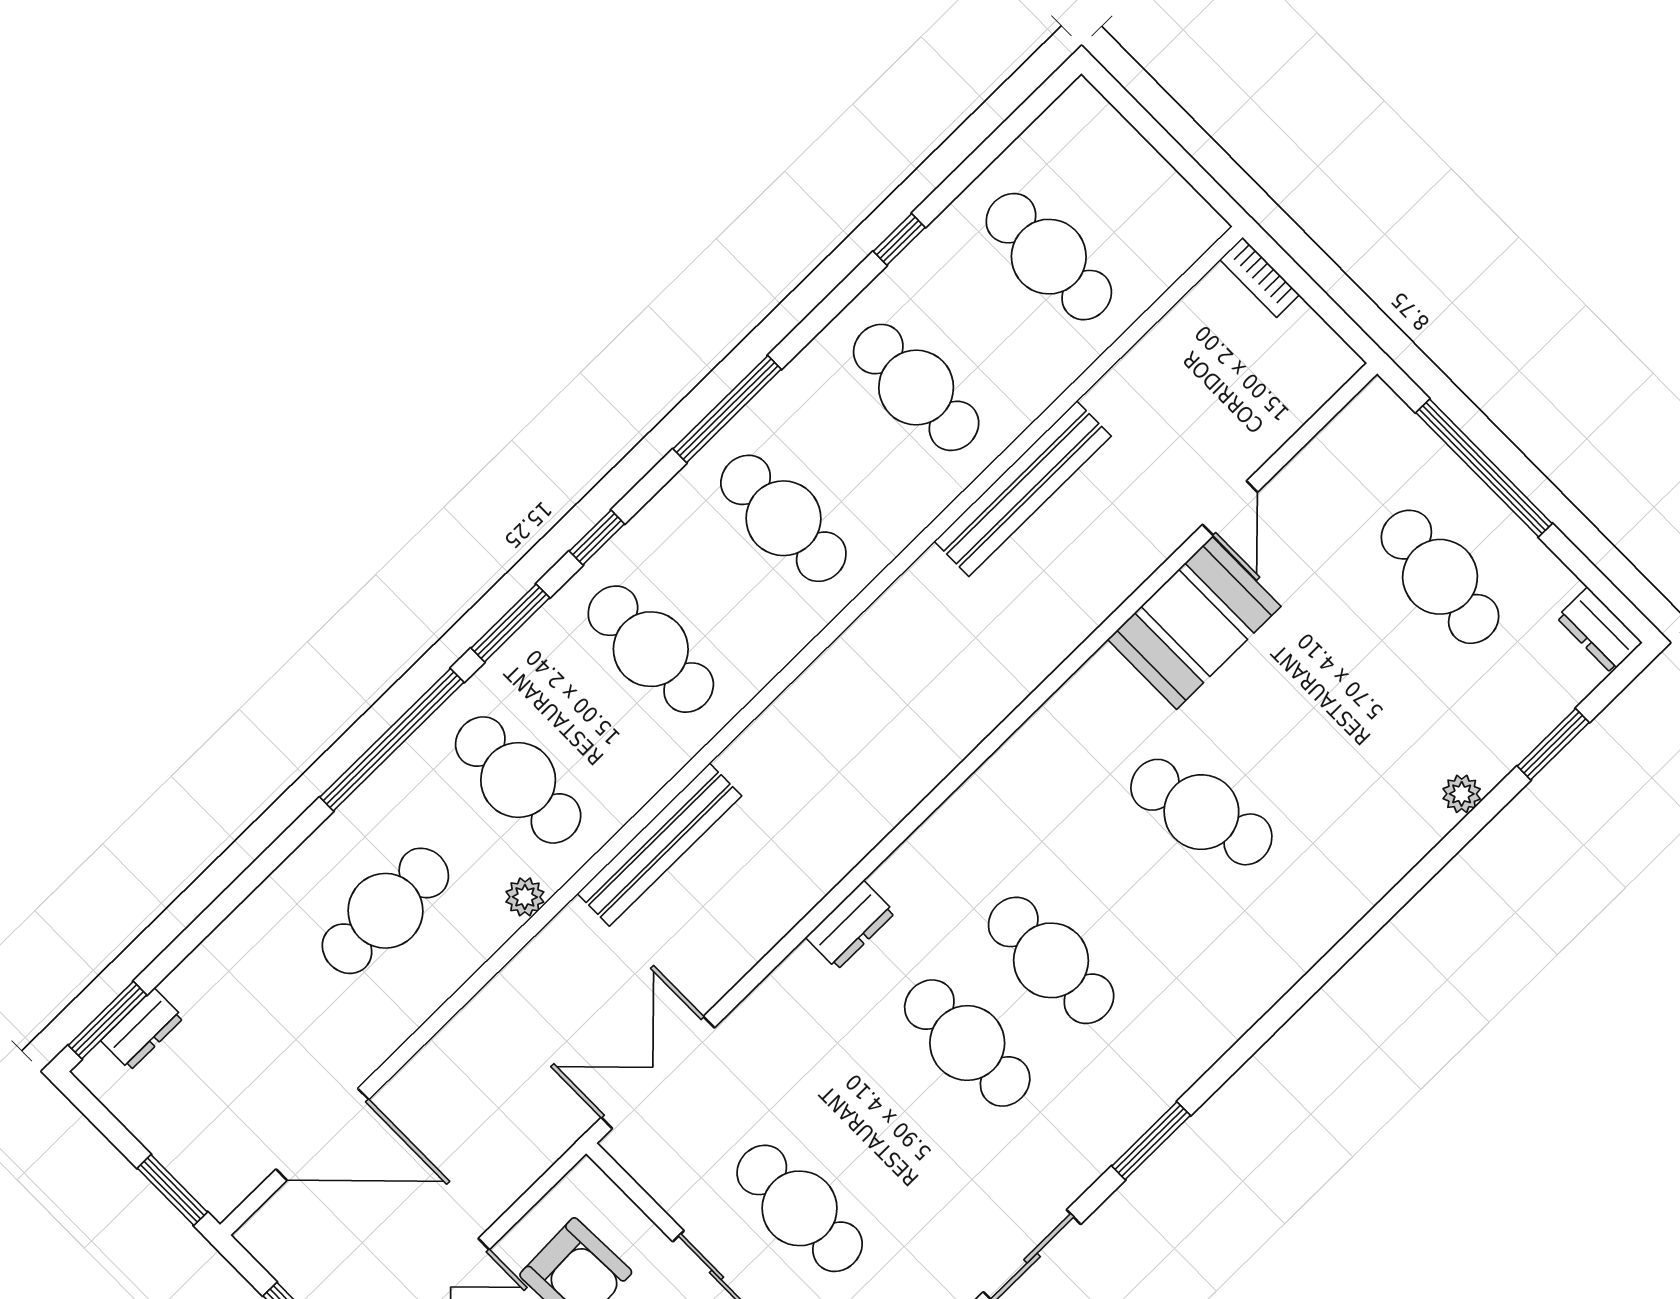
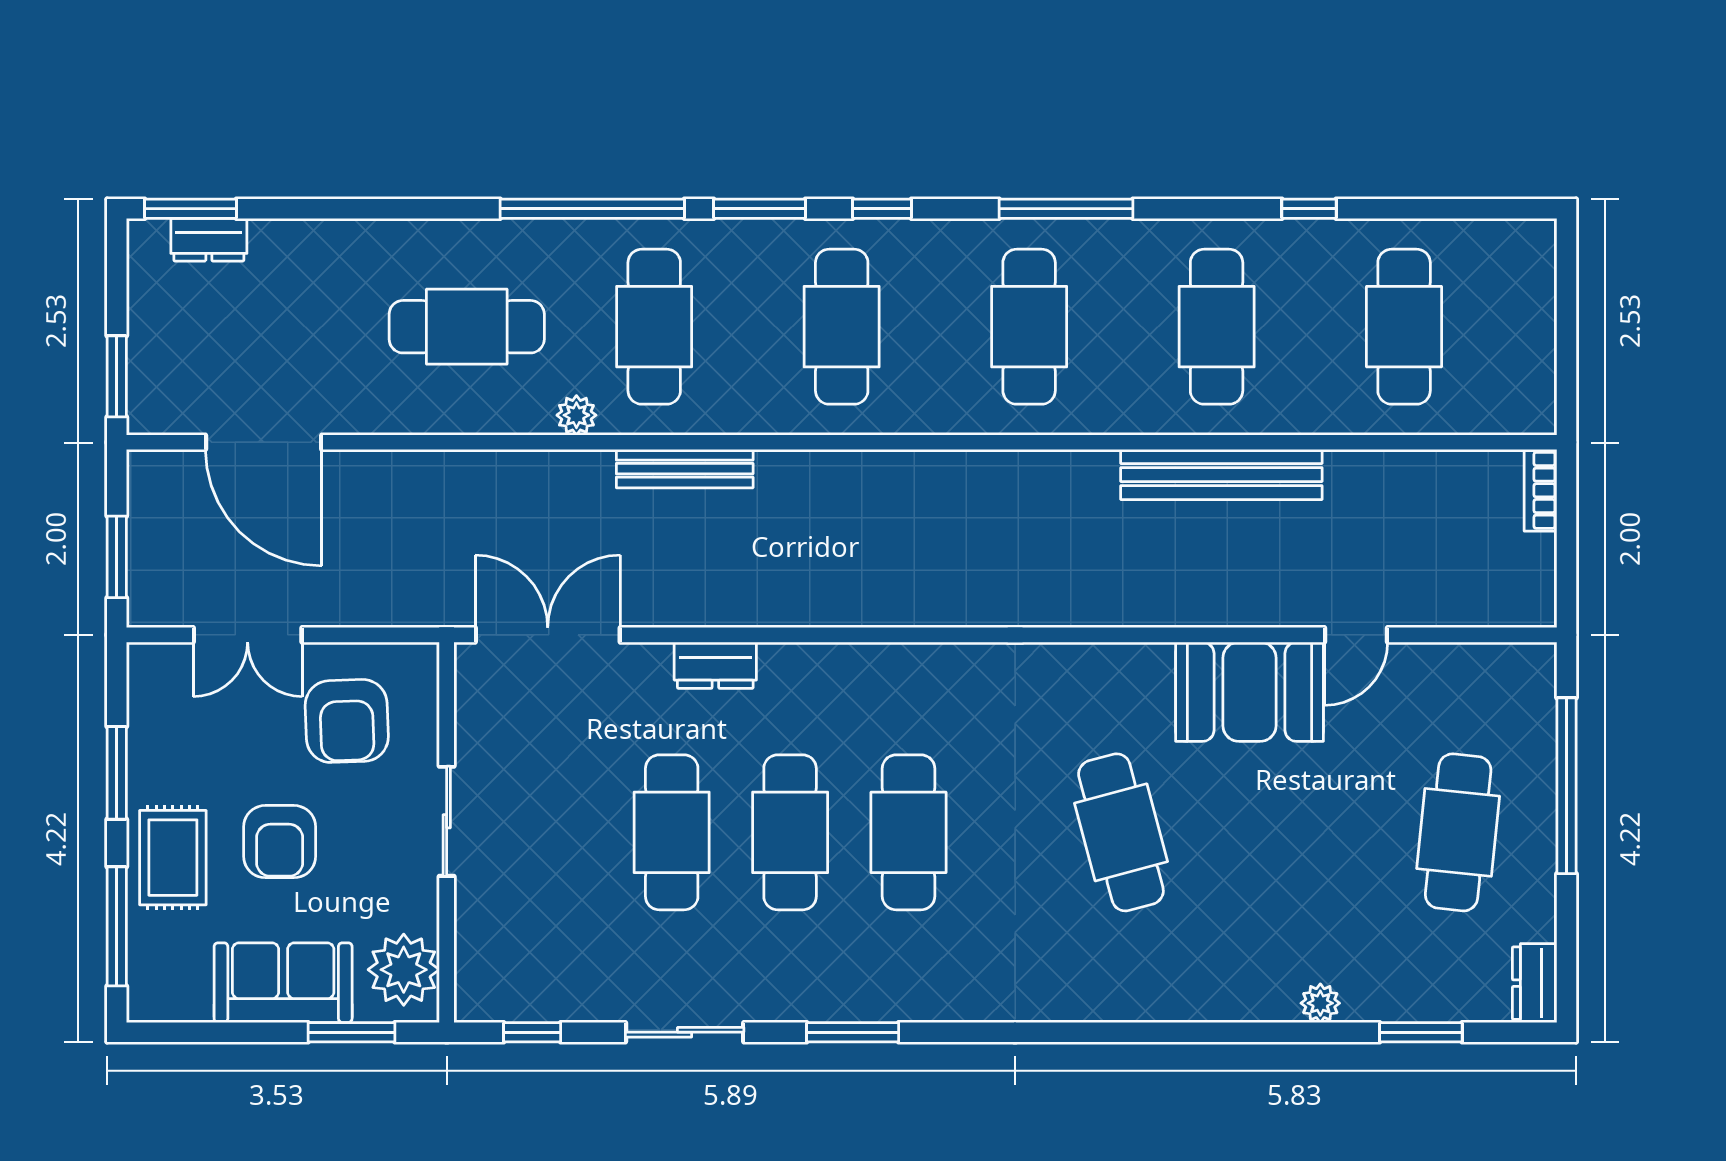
bench: (659, 845) -> (685, 469), width x0.73, depth x0.82
dresser: (850, 925) -> (715, 665), moved
cafe table: (800, 1208) -> (672, 832), moved

